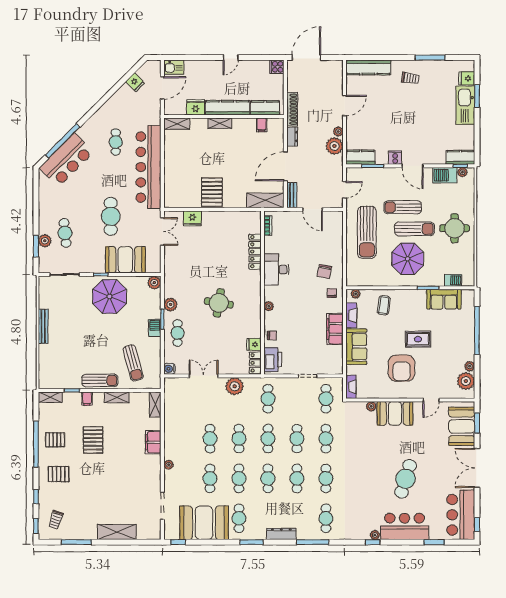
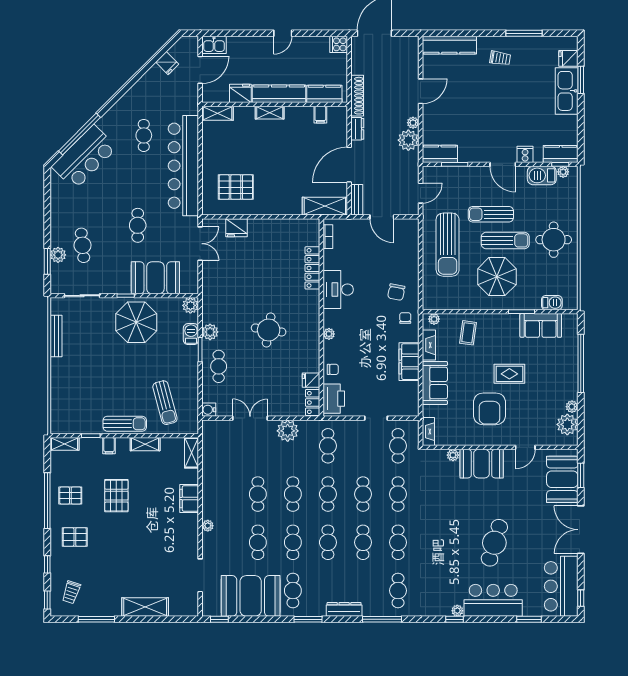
cooker: (395, 158) -> (525, 154), moved
pallet: (212, 192) -> (236, 187), moved, turned 90
cafe table: (111, 216) -> (138, 225), width x0.73, depth x0.74
bench: (43, 326) -> (56, 336), moved
barbecue: (155, 328) -> (191, 334), moved

